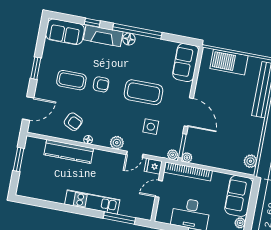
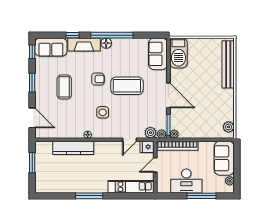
window: (42, 33) -> (32, 52), added
barbecue: (229, 62) -> (178, 53), moved, turned -90
coffee table: (71, 80) -> (64, 87), turned 90
armchair: (101, 84) -> (98, 79), moved
door: (28, 108) -> (32, 118), hinge flipped
armchair: (73, 122) -> (72, 122), removed
side table: (151, 127) -> (103, 112), moved
plant: (117, 143) -> (150, 133), moved
kitchen unit: (92, 202) -> (131, 187), moved
window: (119, 218) -> (89, 196), moved

